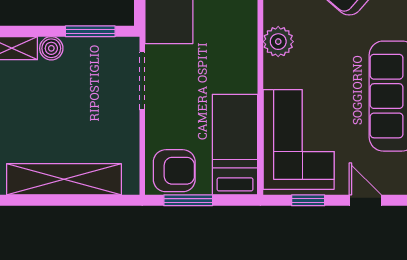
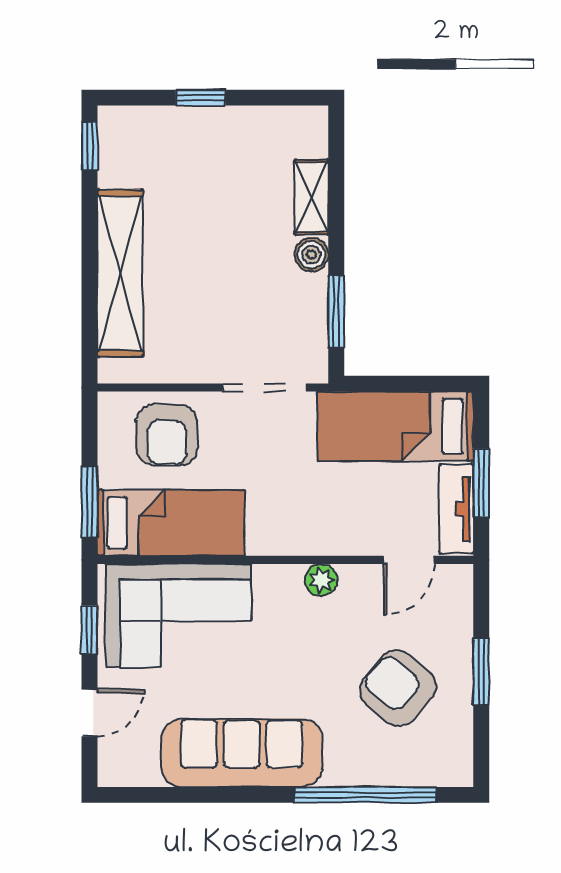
plant: (278, 42) -> (321, 580), width x0.73, depth x0.73
armchair: (174, 171) -> (167, 435), moved
window: (188, 200) -> (90, 502), moved

